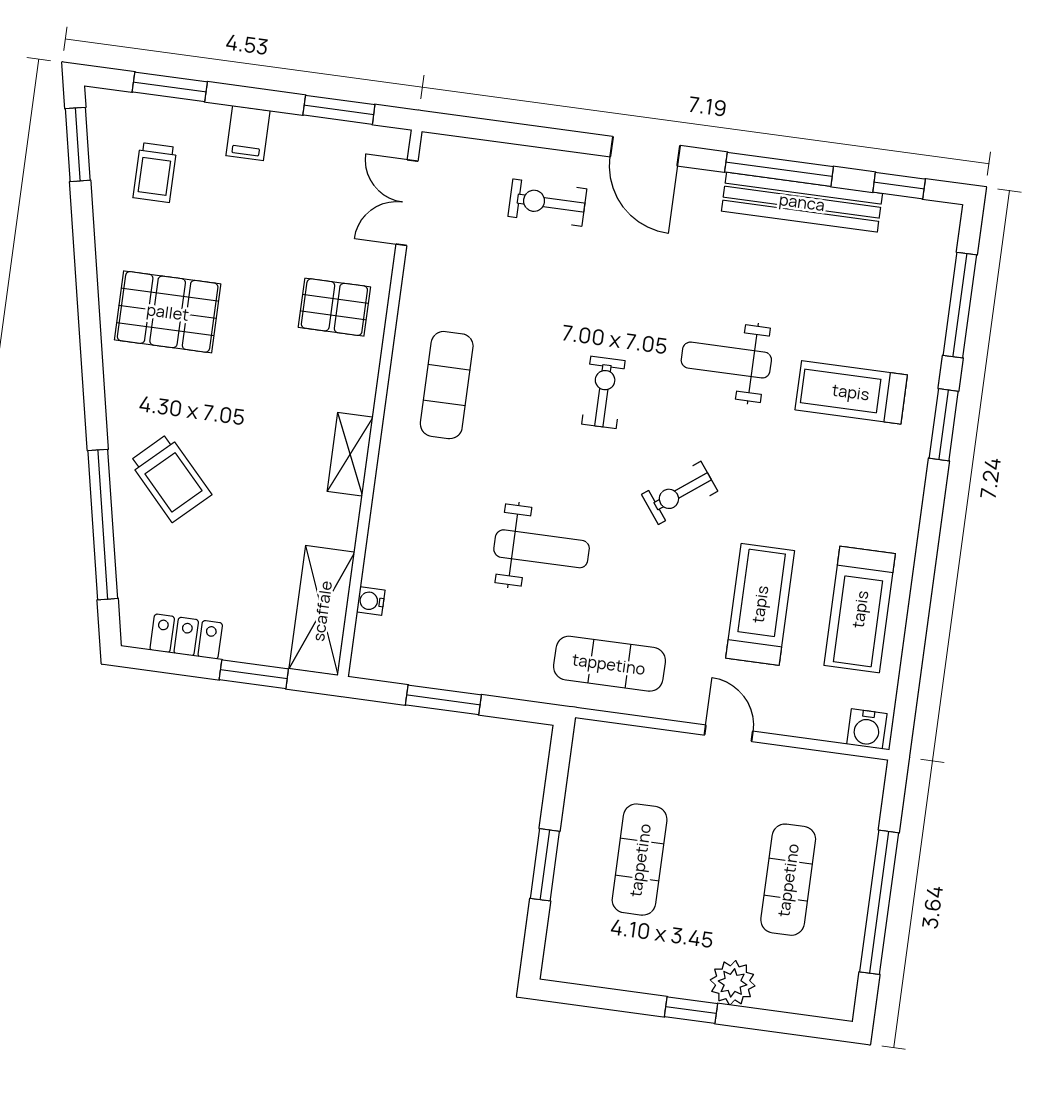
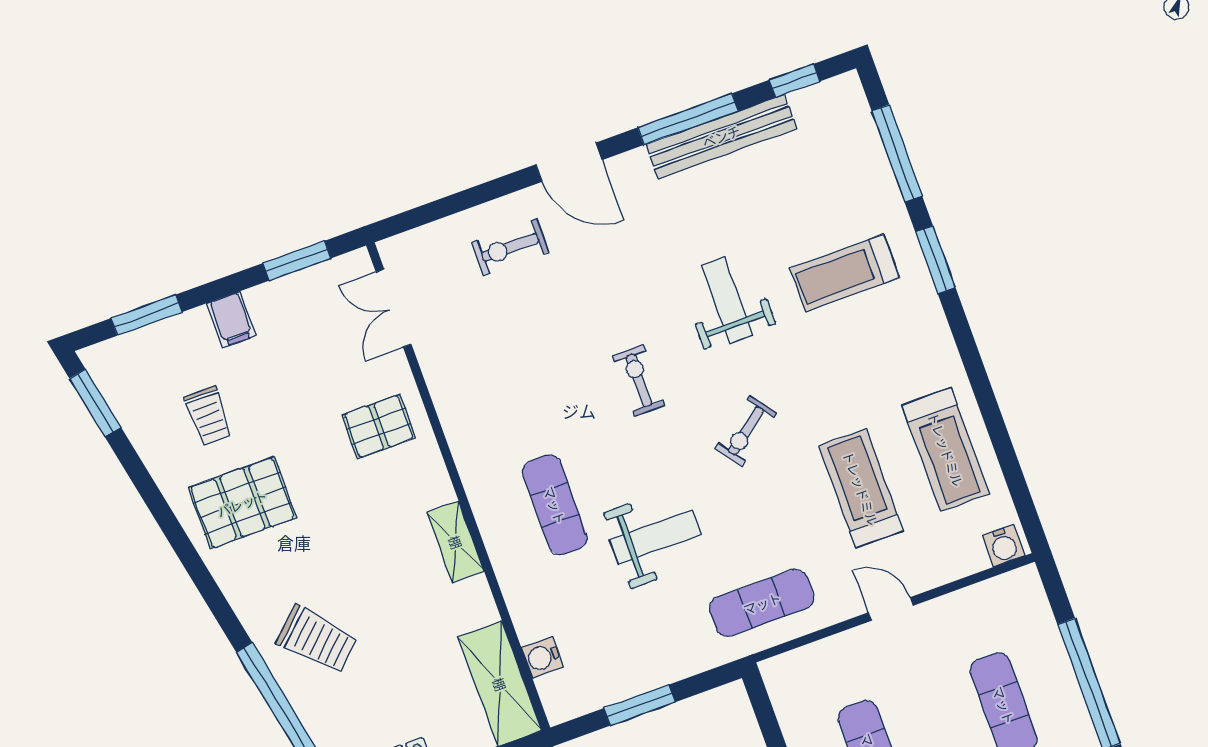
trolley: (155, 173) -> (208, 416), moved
weight bench: (726, 360) -> (727, 300), turned 90
exercise mat: (447, 385) -> (555, 505), moved
water cooler: (371, 601) -> (542, 657), width x1.38, depth x1.38

